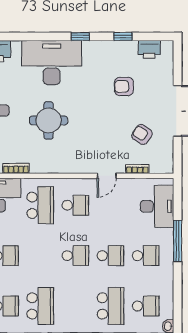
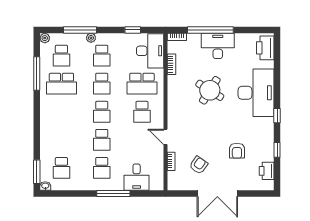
armchair: (124, 86) -> (237, 151), turned 180
round table: (49, 120) -> (210, 90), turned 32
desk: (157, 206) -> (137, 177), width x0.73
school desk: (110, 306) -> (102, 84), moved, width x0.54

